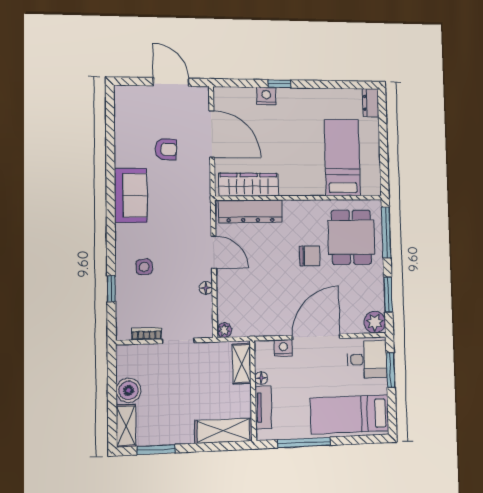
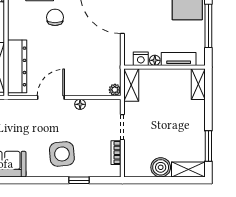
side table: (144, 267) -> (62, 154), width x1.87, depth x1.87
nightstand: (283, 348) -> (141, 59), moved, turned -90
shelving: (242, 364) -> (131, 85), moved, turned 90
shelving: (223, 431) -> (198, 84), width x0.67, depth x0.75

